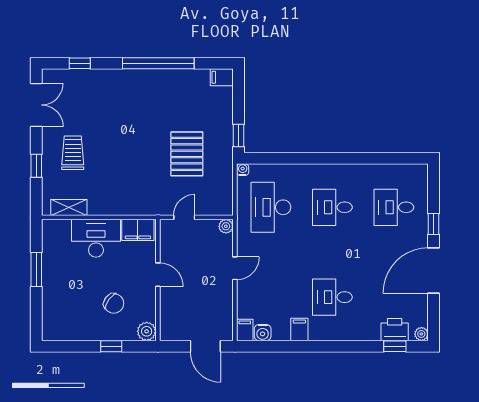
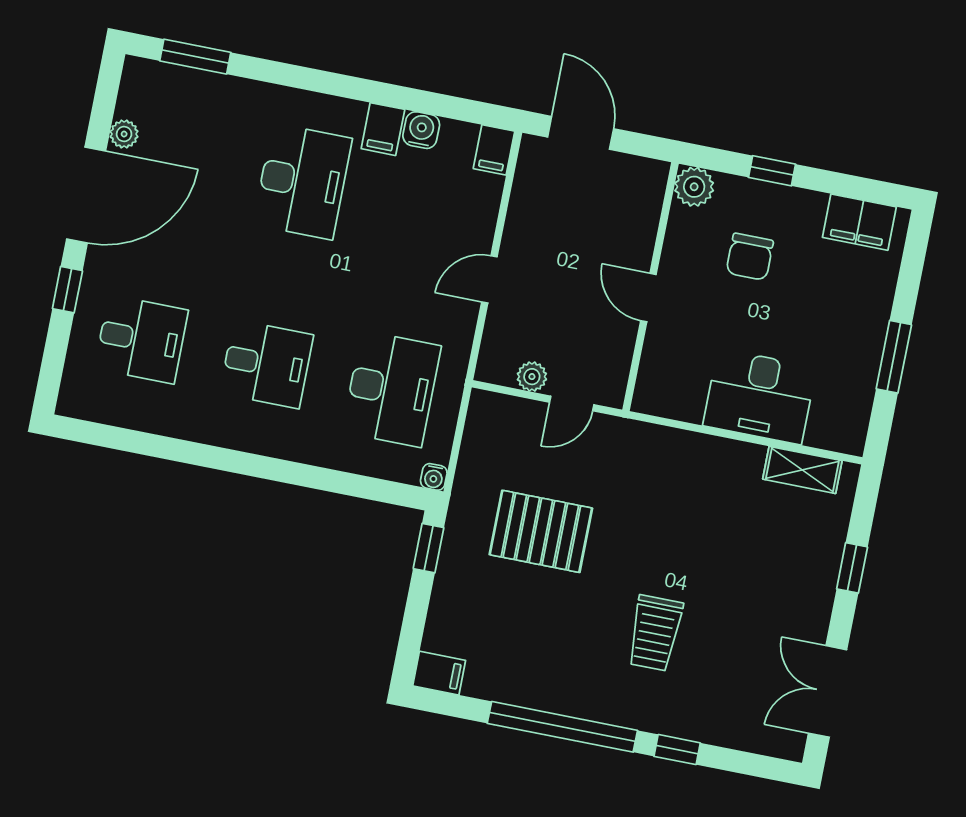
window: (80, 63) -> (677, 750), moved
trolley: (73, 153) -> (655, 633), moved
pallet: (187, 154) -> (541, 531), turned 90
plant: (226, 226) -> (532, 377), moved
filing cabinet: (138, 230) -> (859, 222), moved, turned 180
desk: (332, 297) -> (303, 181), width x1.37
chair: (114, 303) -> (750, 257), turned -126
printer: (395, 330) -> (189, 90), removed
water cooler: (263, 333) -> (421, 130), moved
plant: (421, 334) -> (124, 134), moved
window: (395, 346) -> (195, 57), width x1.50

